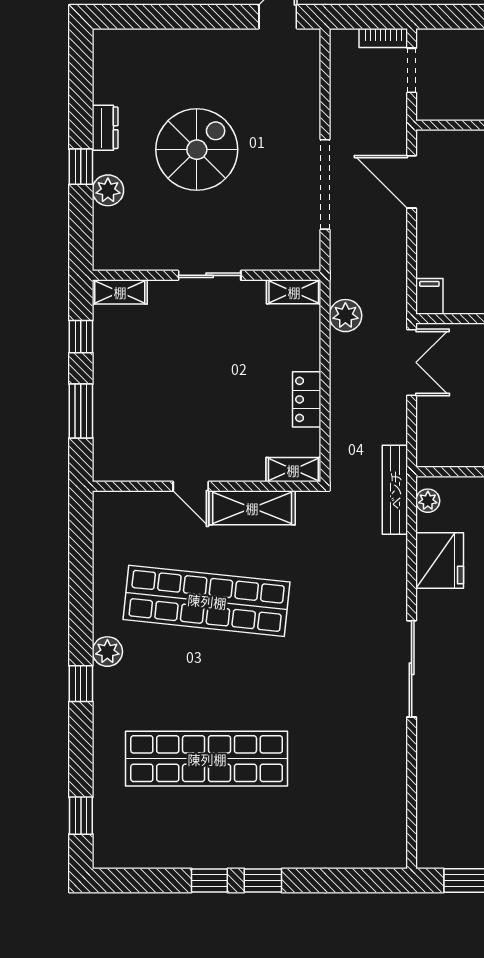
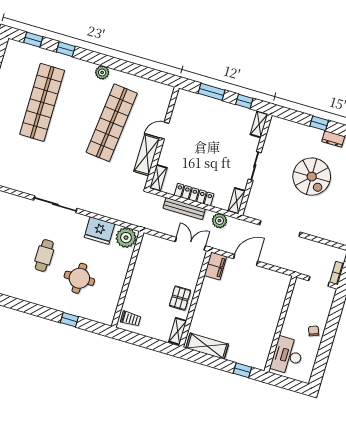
door: (412, 182) -> (246, 260), moved
plant: (108, 190) -> (305, 132), removed
filing cabinet: (429, 296) -> (215, 266), width x2.00
double door: (412, 362) -> (190, 244), swing flipped
locker: (307, 399) -> (194, 195), width x1.53
bench: (395, 490) -> (184, 209), moved
plant: (428, 501) -> (126, 238), width x1.88, depth x1.88
window: (81, 684) -> (66, 49), moved

